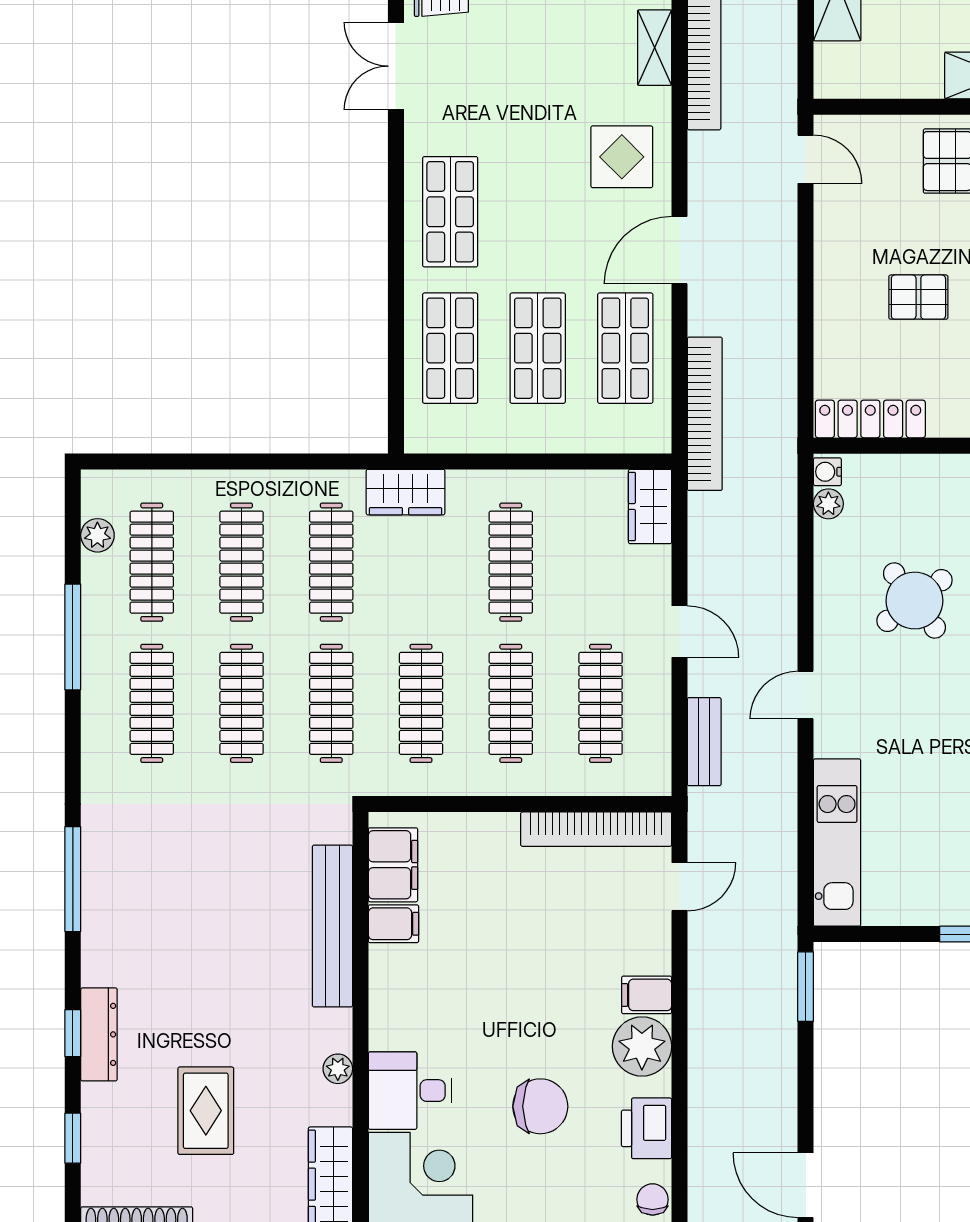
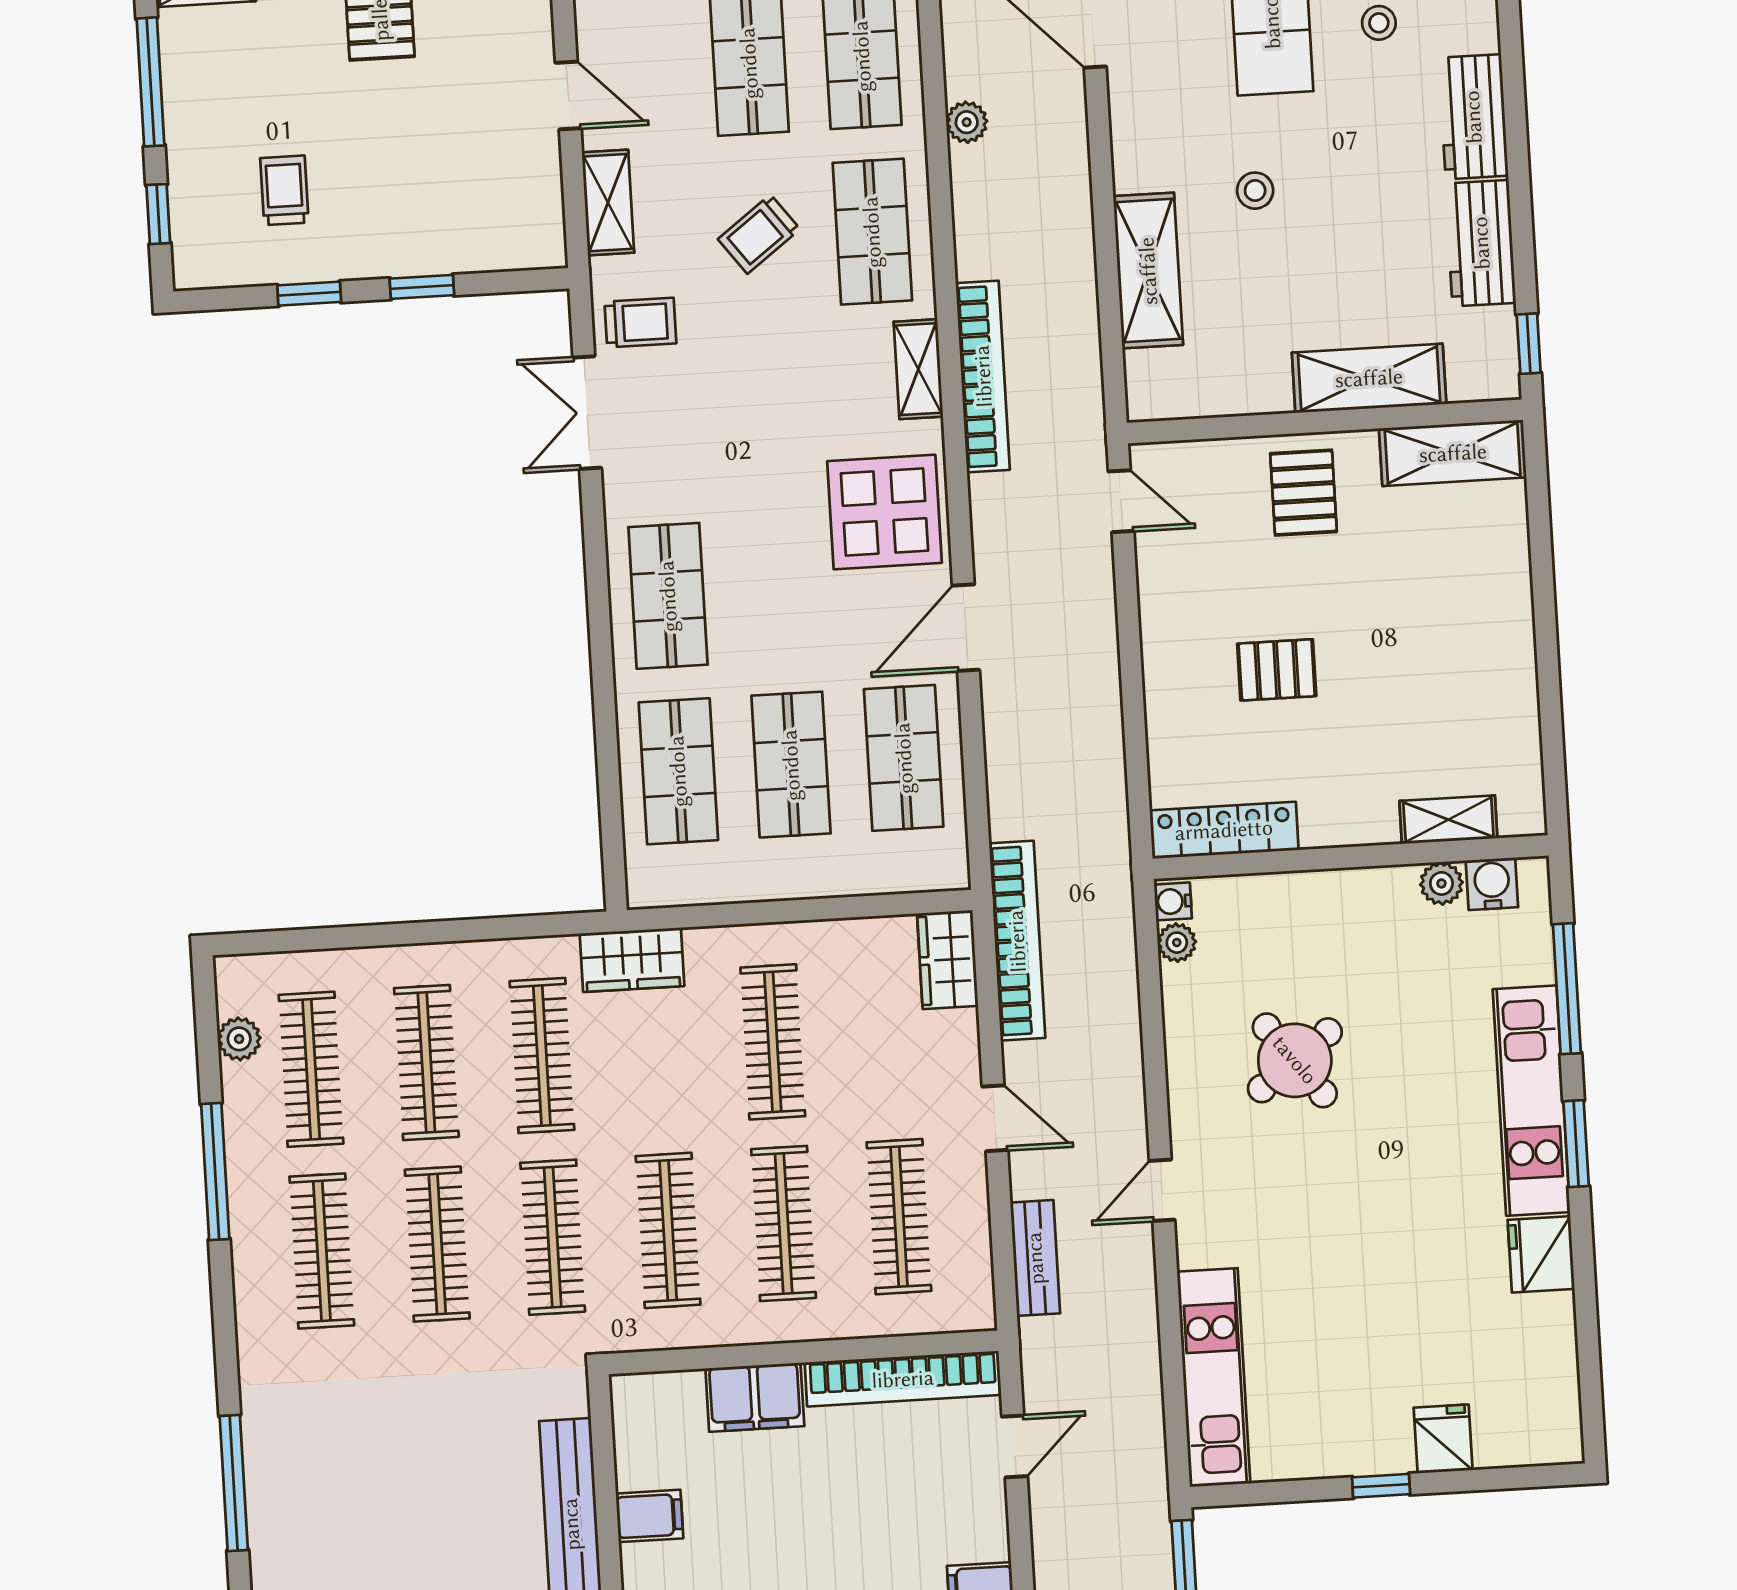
display table: (622, 157) -> (884, 512), width x1.36, depth x1.36
bookcase: (705, 414) -> (1017, 941), moved
filing cabinet: (393, 865) -> (755, 1397), moved, turned 90

